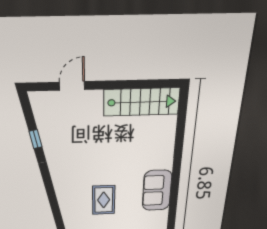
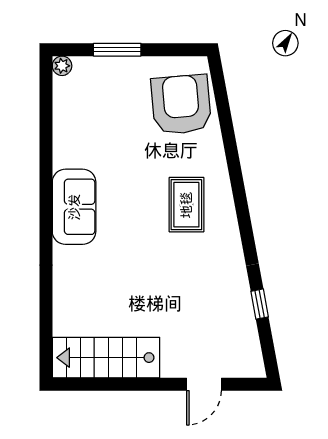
rug: (104, 200) -> (186, 205), moved

